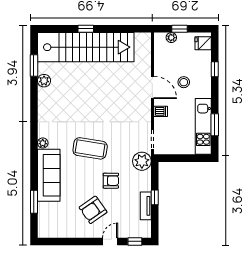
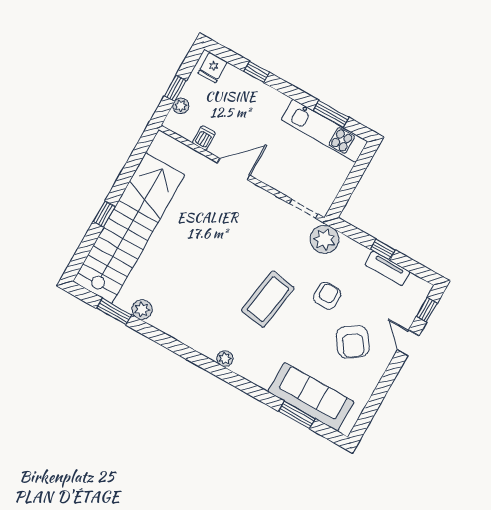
stool: (184, 82) -> (250, 123), removed
dishwasher: (161, 111) -> (204, 138), moved
sofa: (49, 175) -> (311, 397), moved

